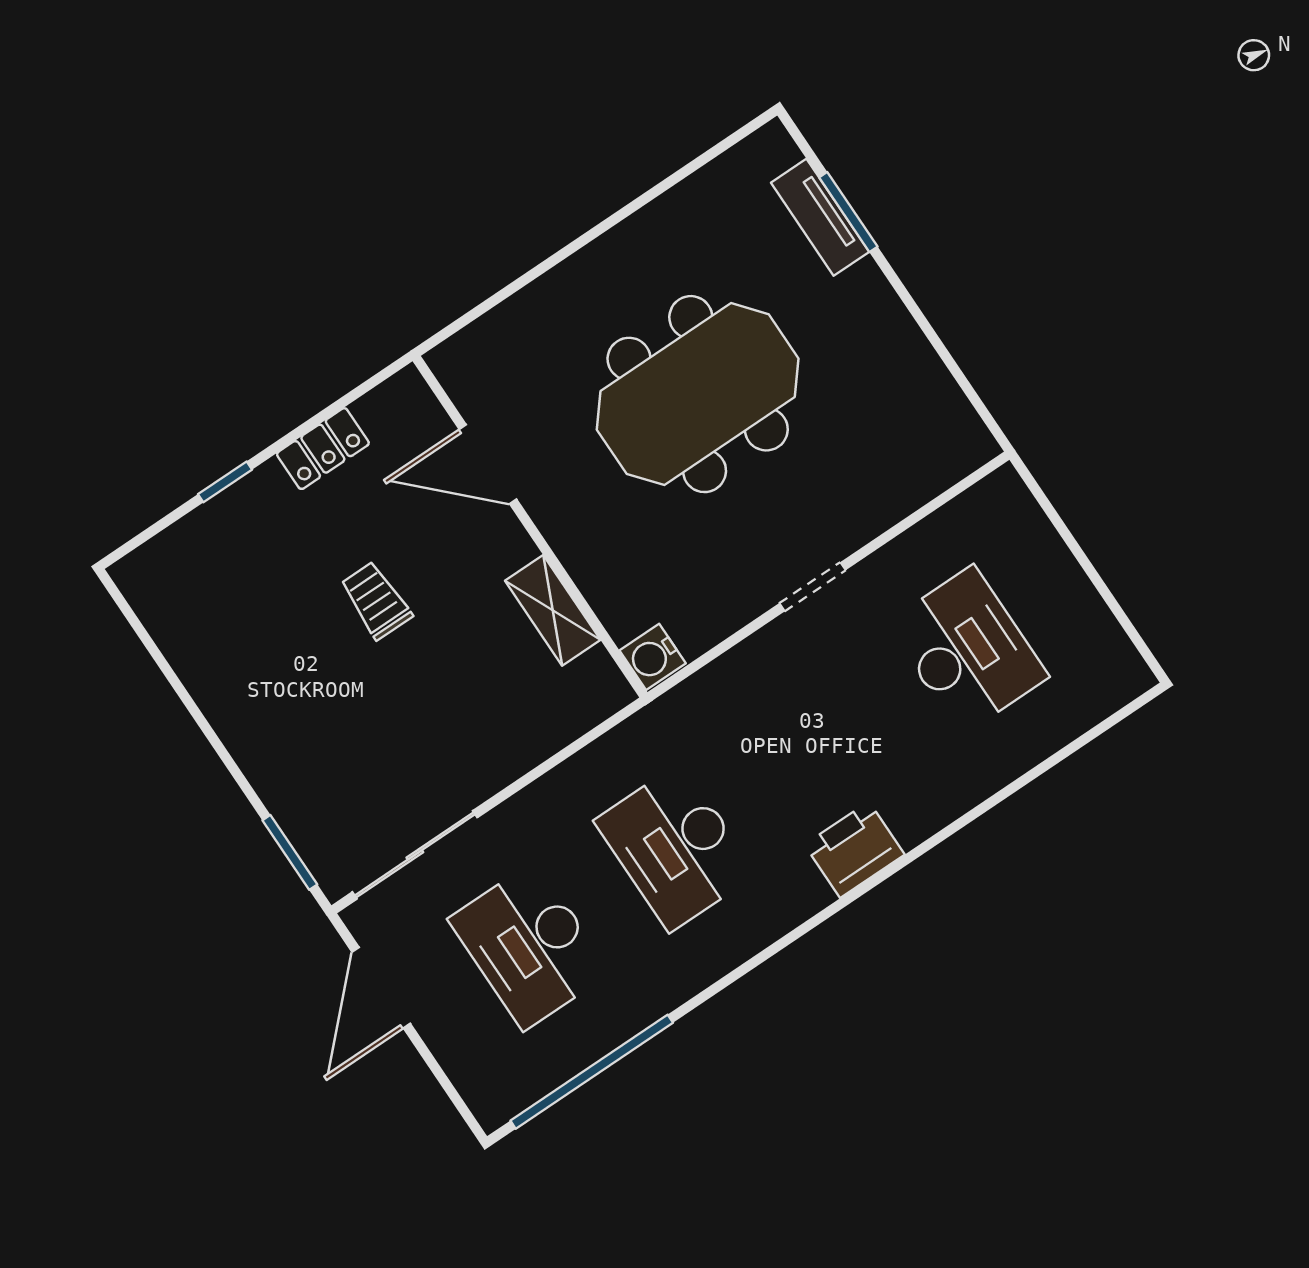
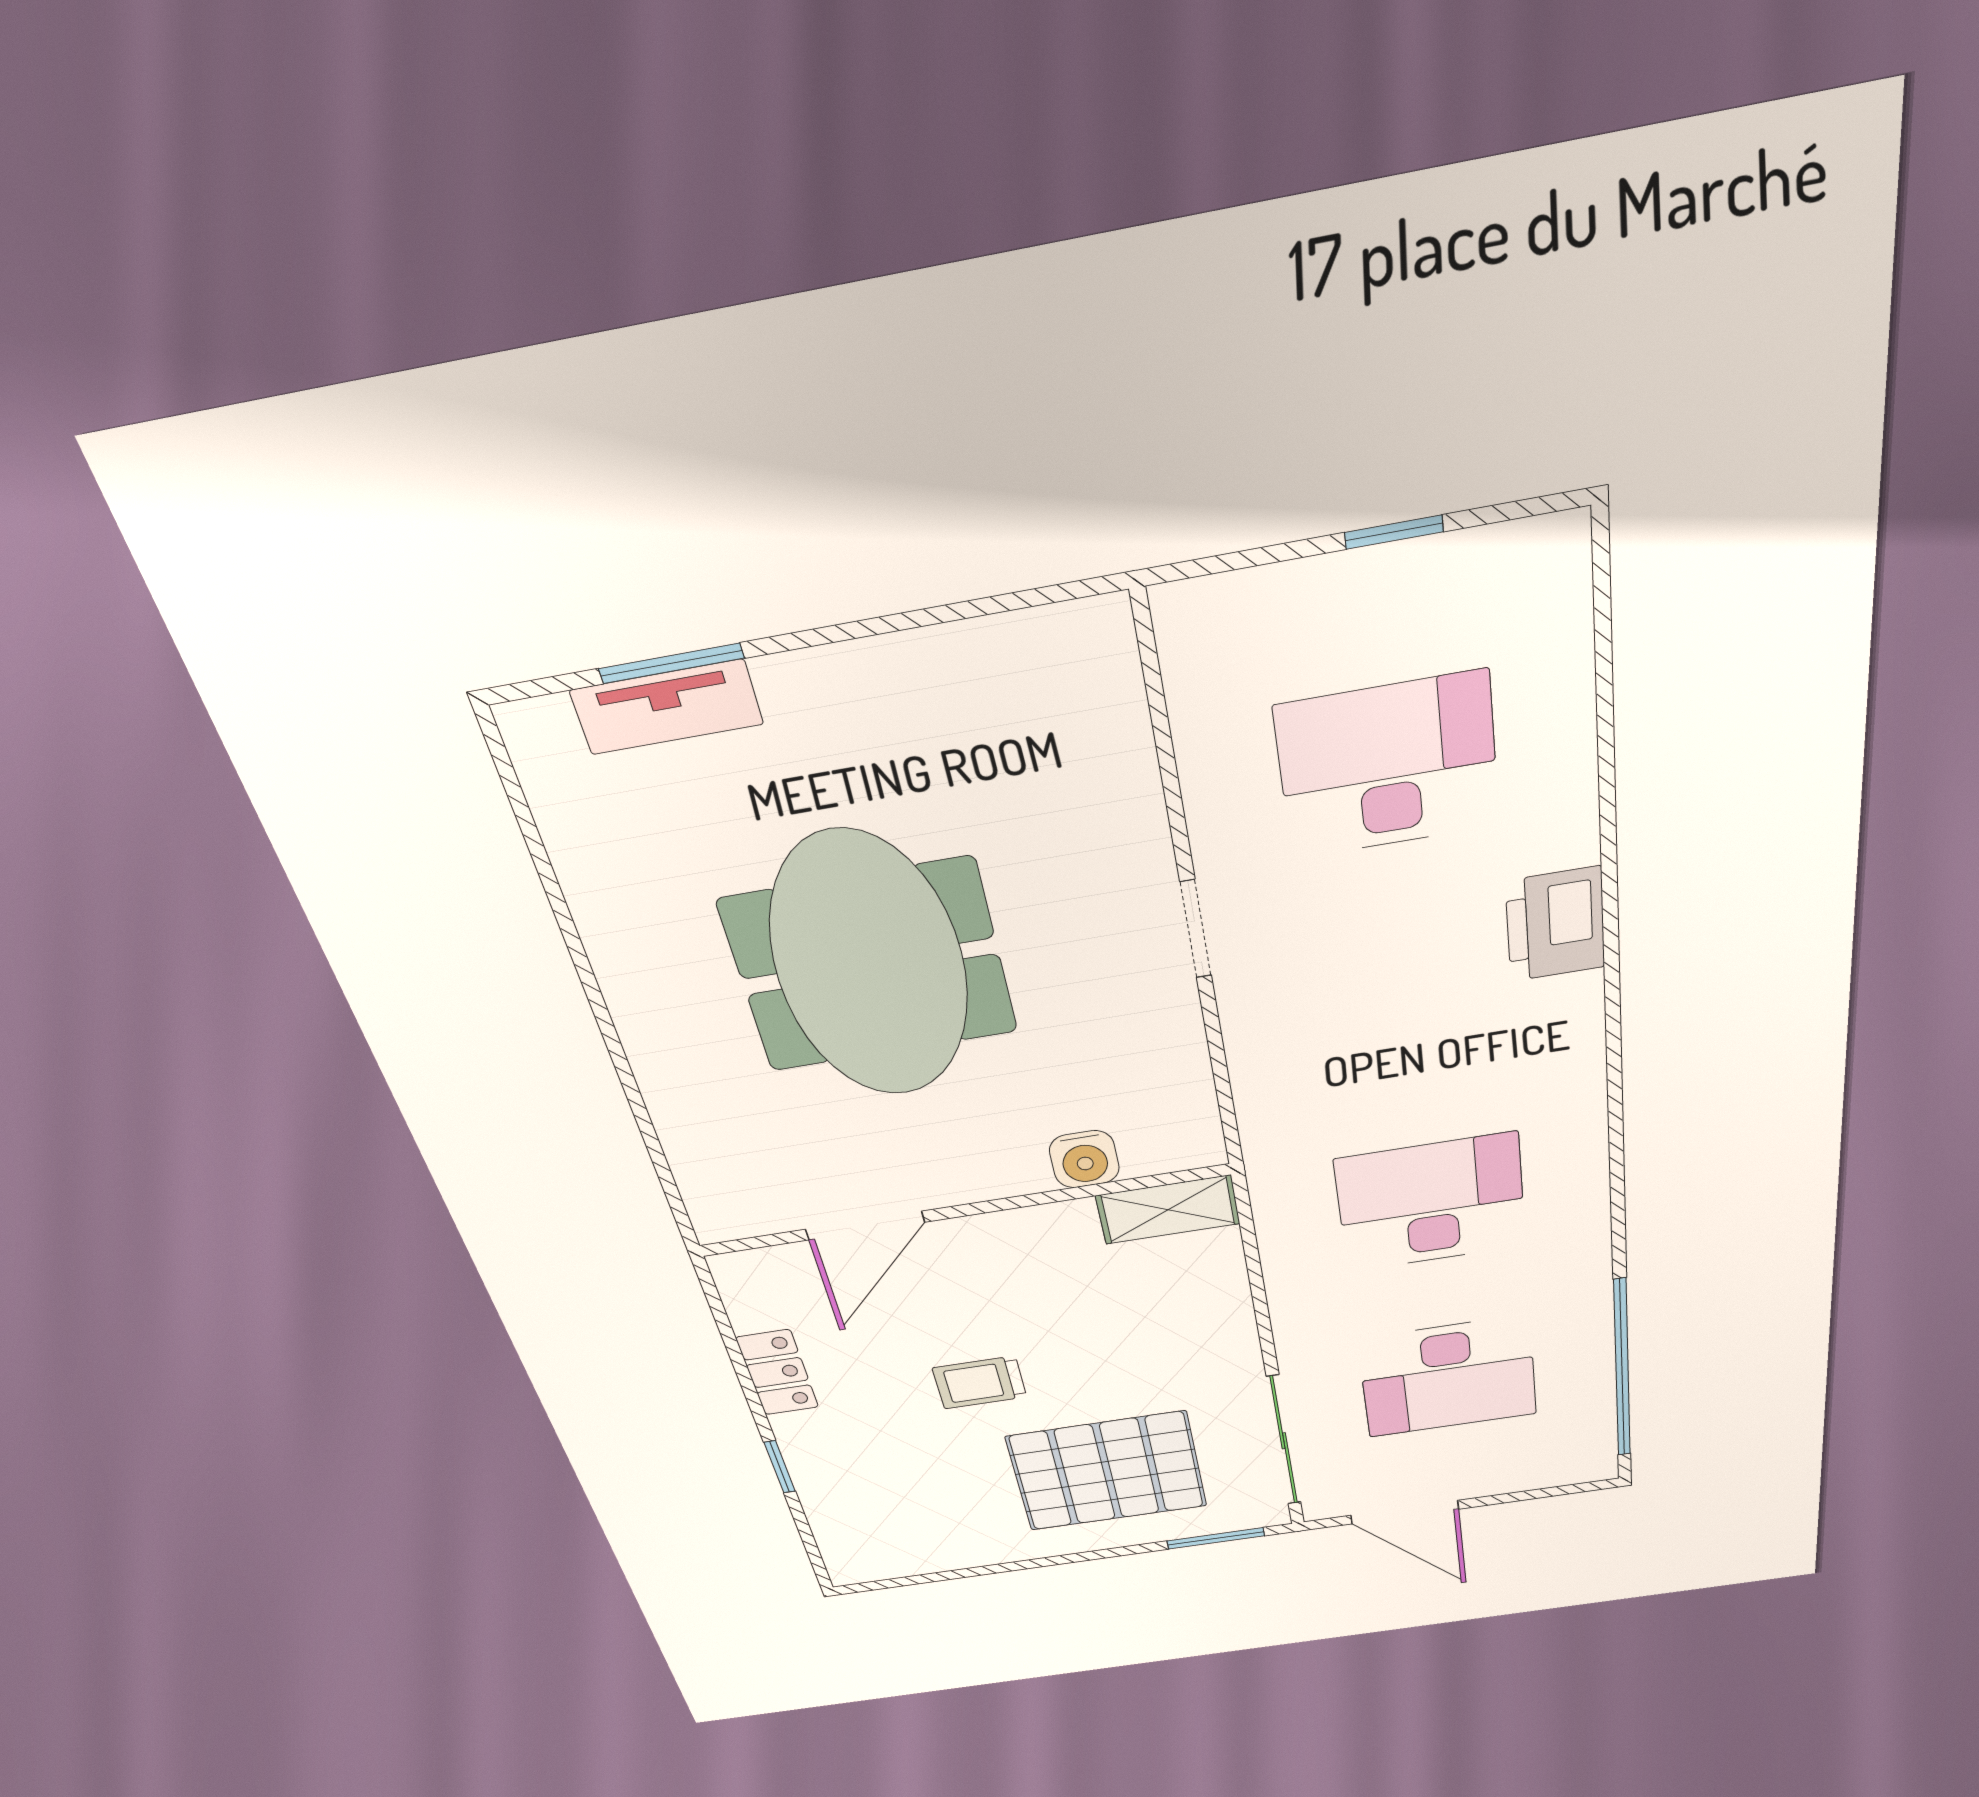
window: (1098, 583) -> (1394, 532), added
shelving: (553, 610) -> (1168, 1210), moved
water cooler: (653, 657) -> (1084, 1159), moved
pallet: (326, 734) -> (1107, 1471), added
desk: (675, 847) -> (1431, 1203), turned 180
printer: (854, 850) -> (1555, 924), moved

